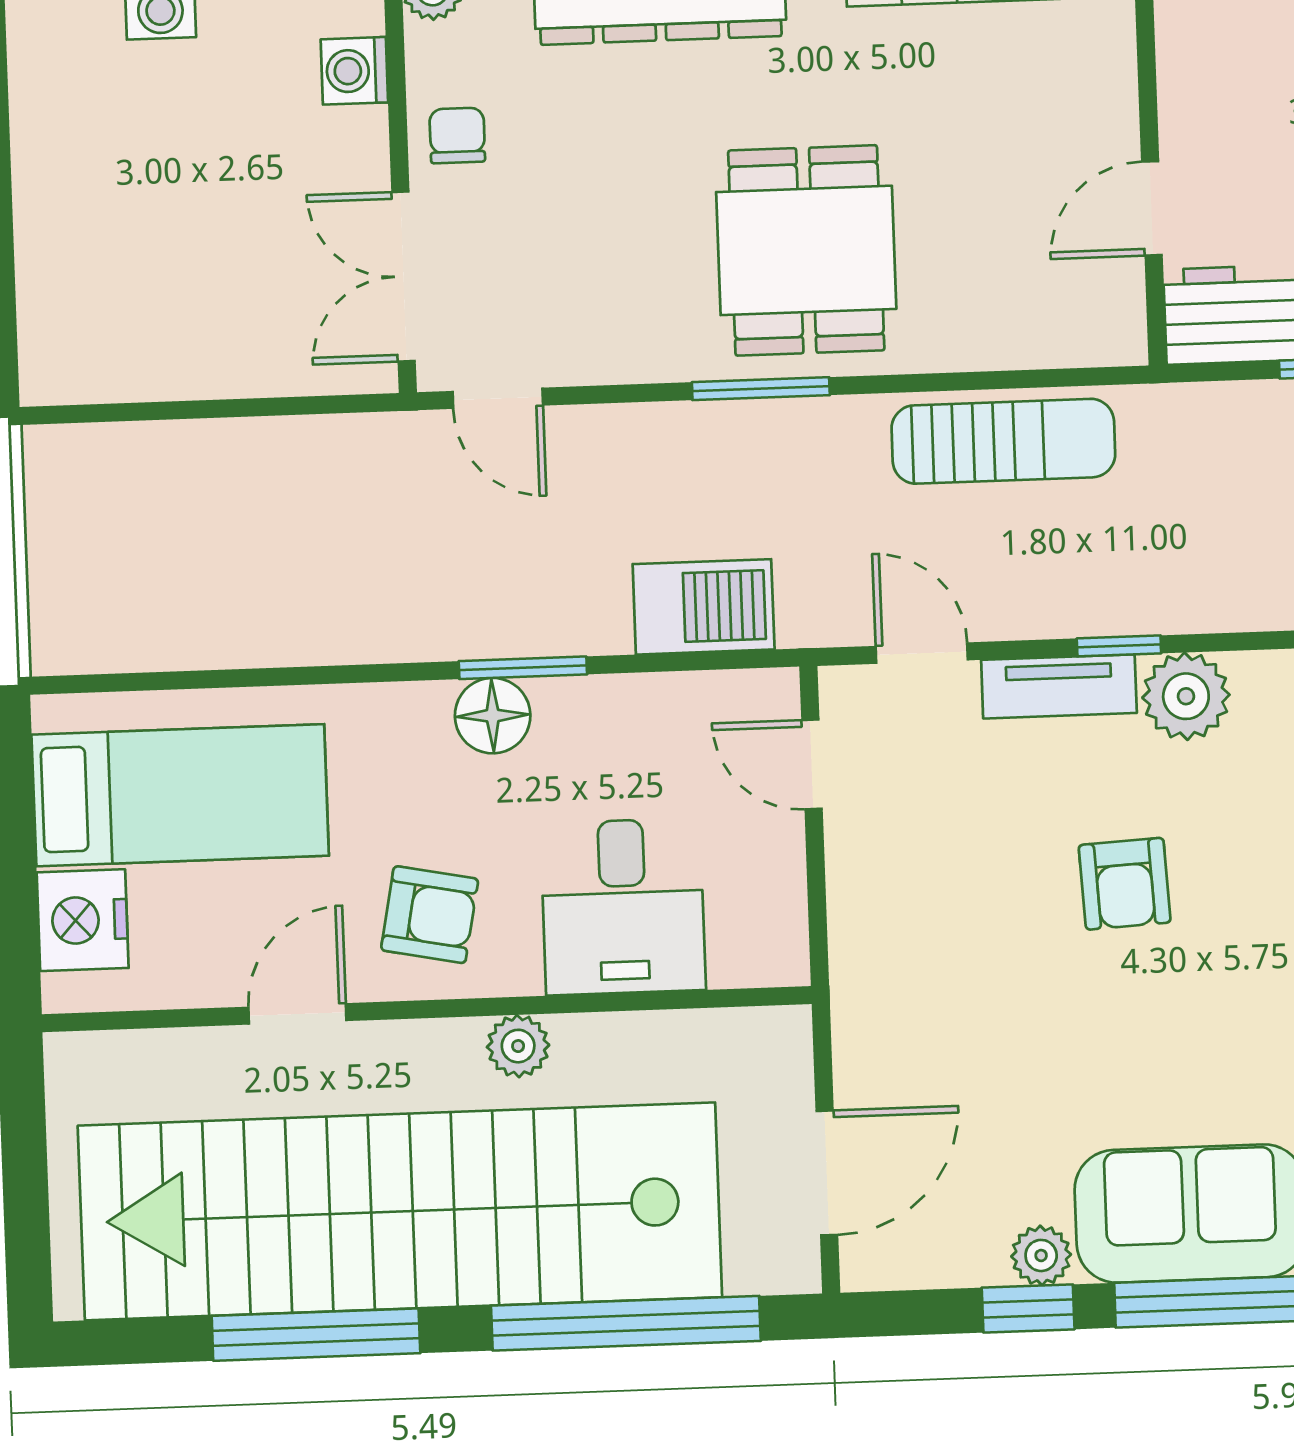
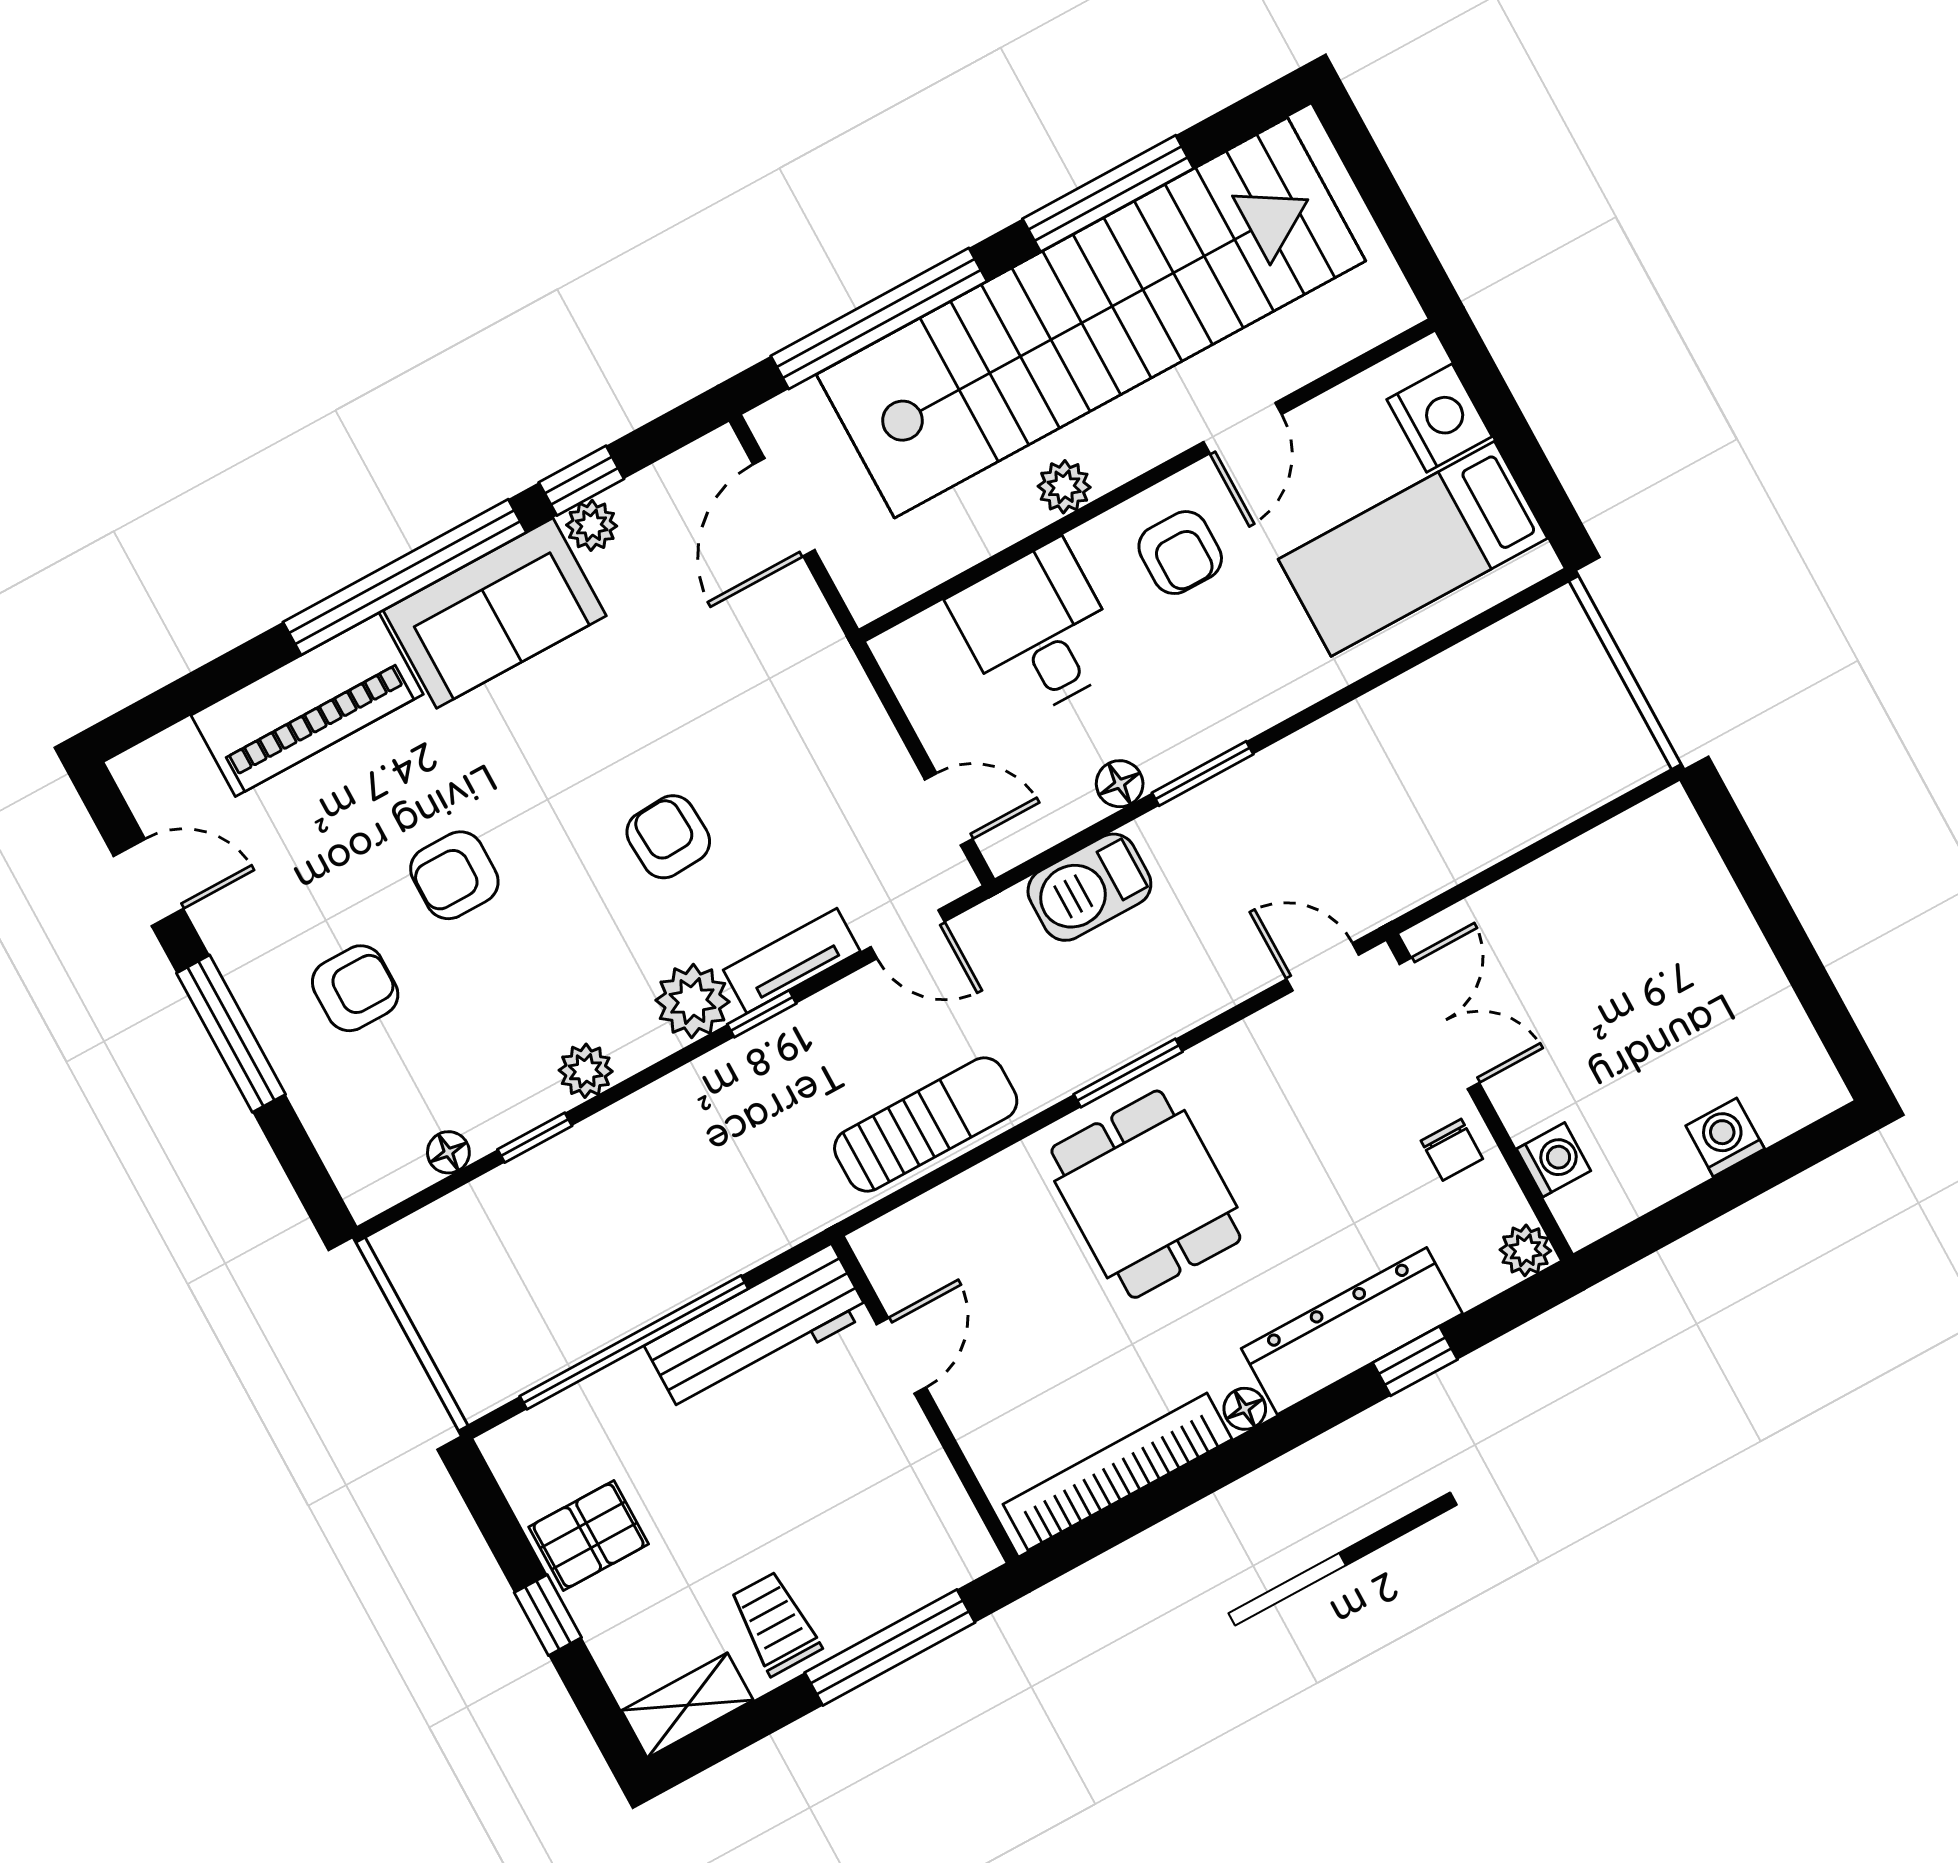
sun lounger: (1003, 441) -> (926, 1125), turned 180
floor lamp: (493, 716) -> (1120, 784), moved, width x0.73, depth x0.73
armchair: (430, 915) -> (1180, 553), turned -101

